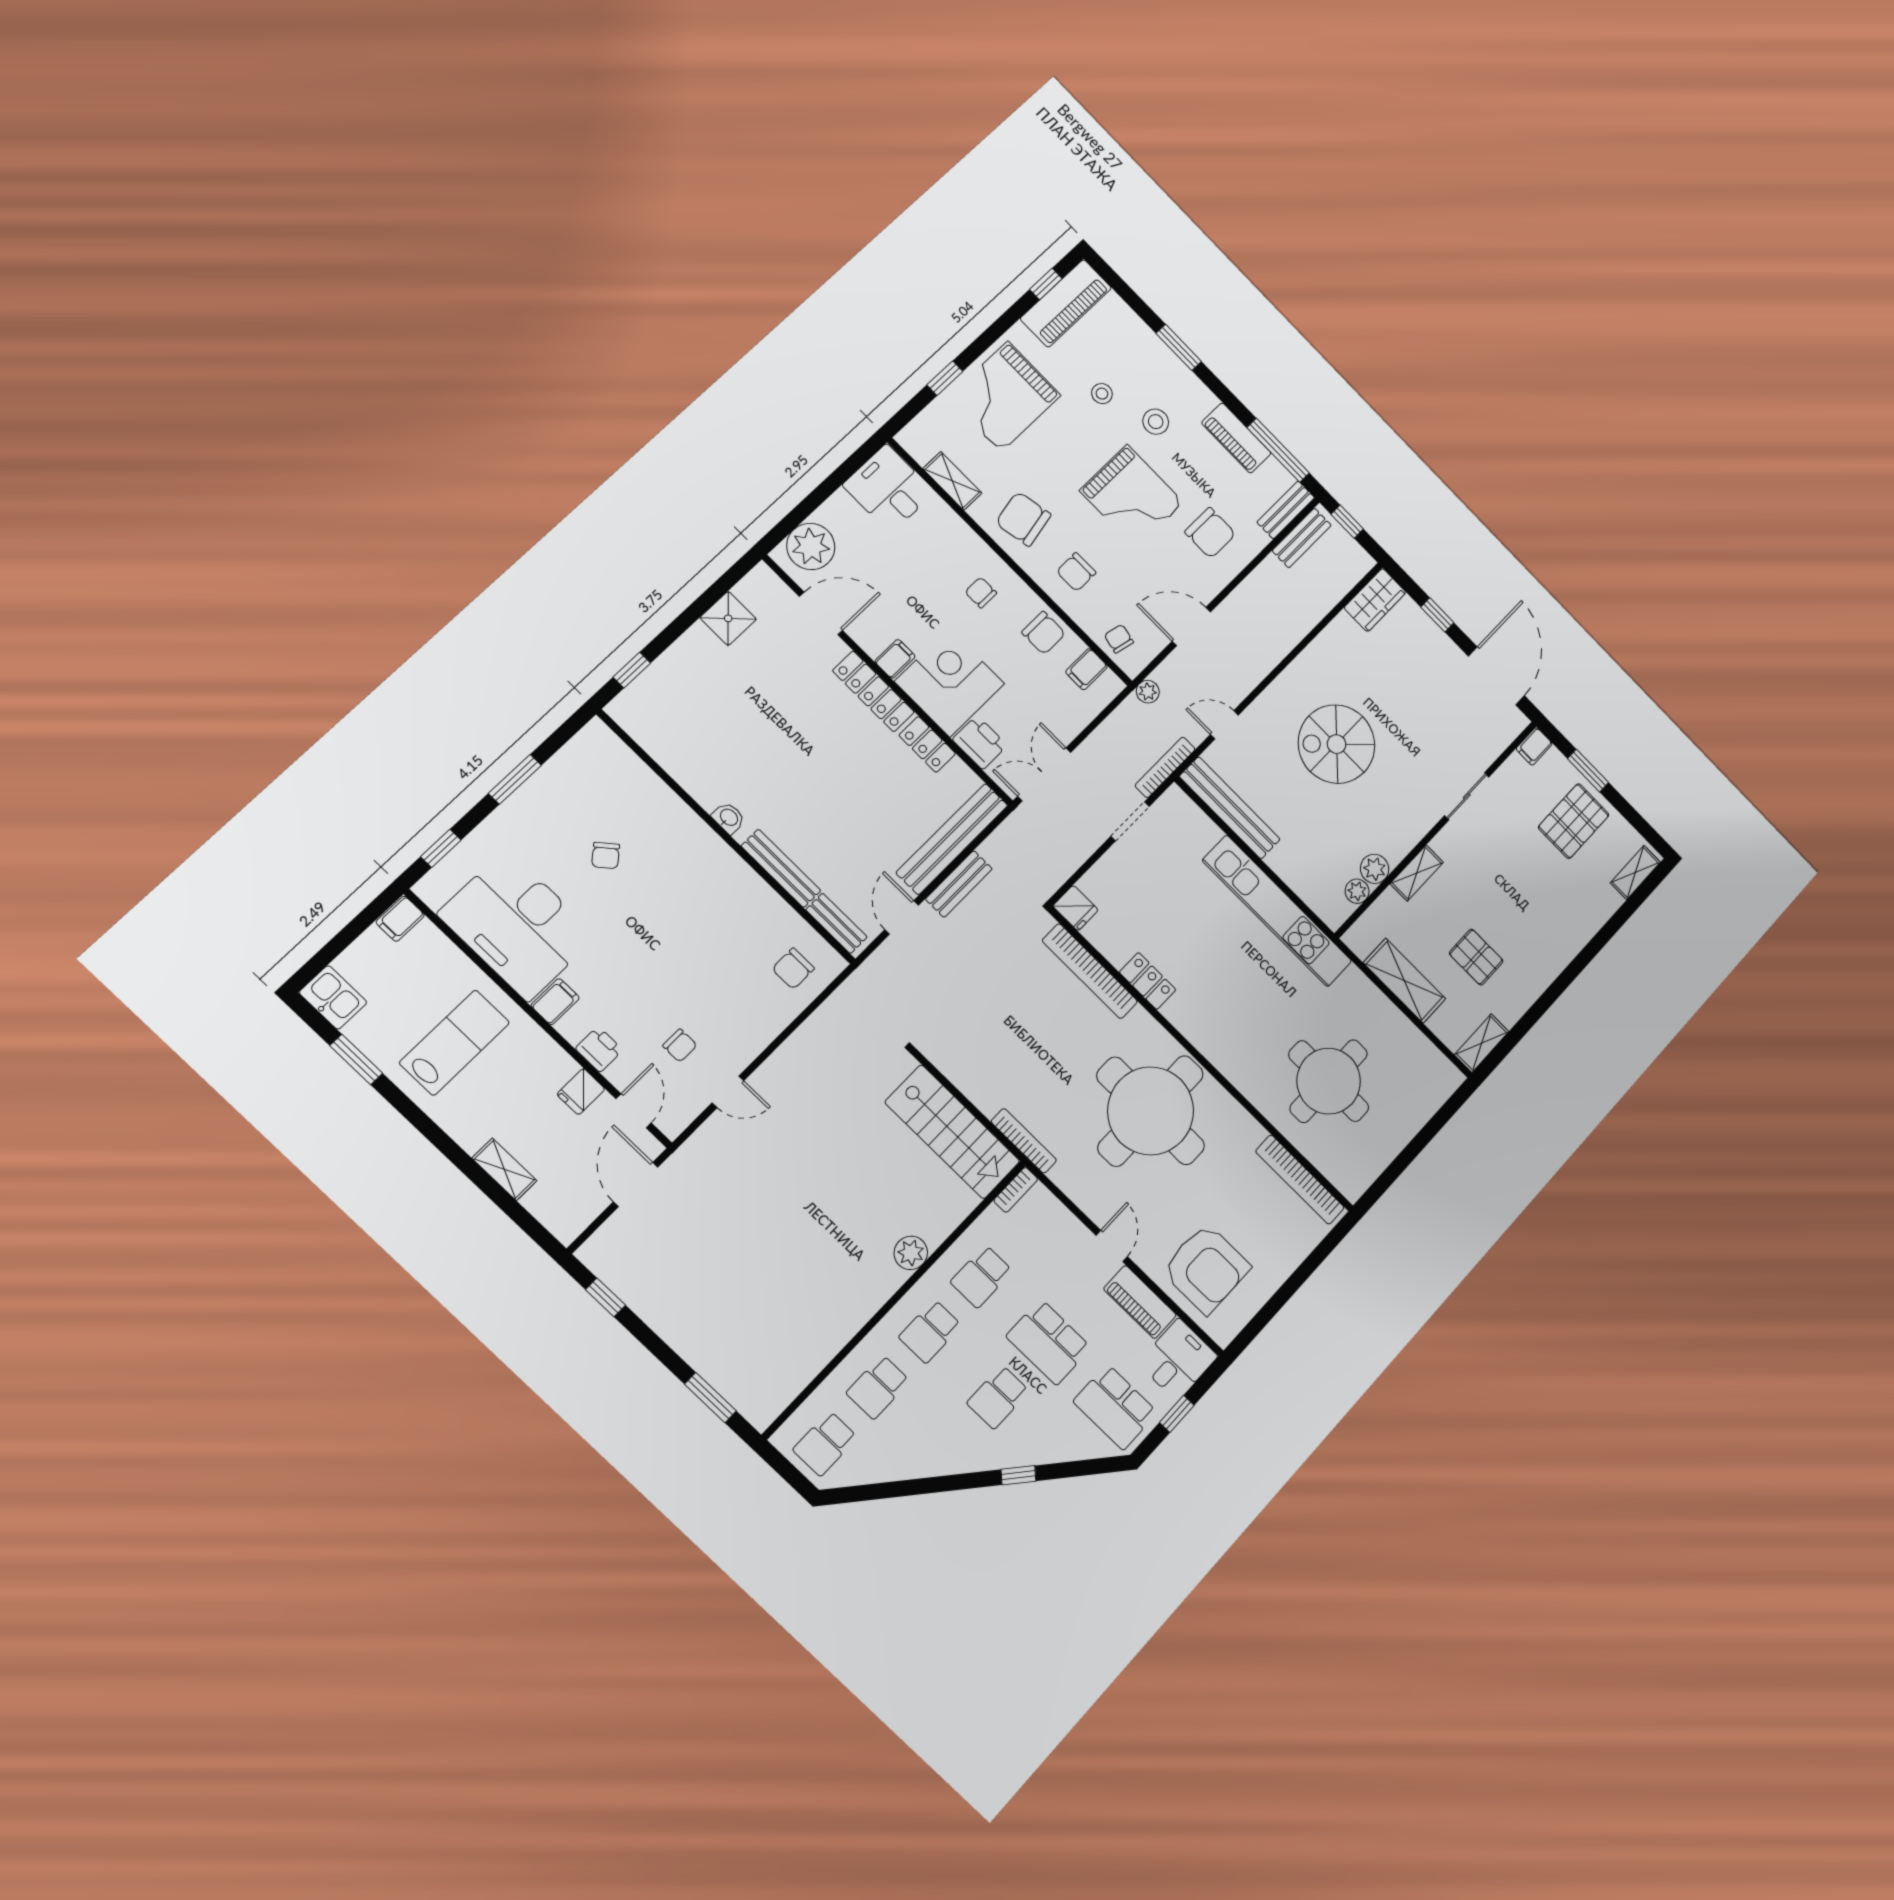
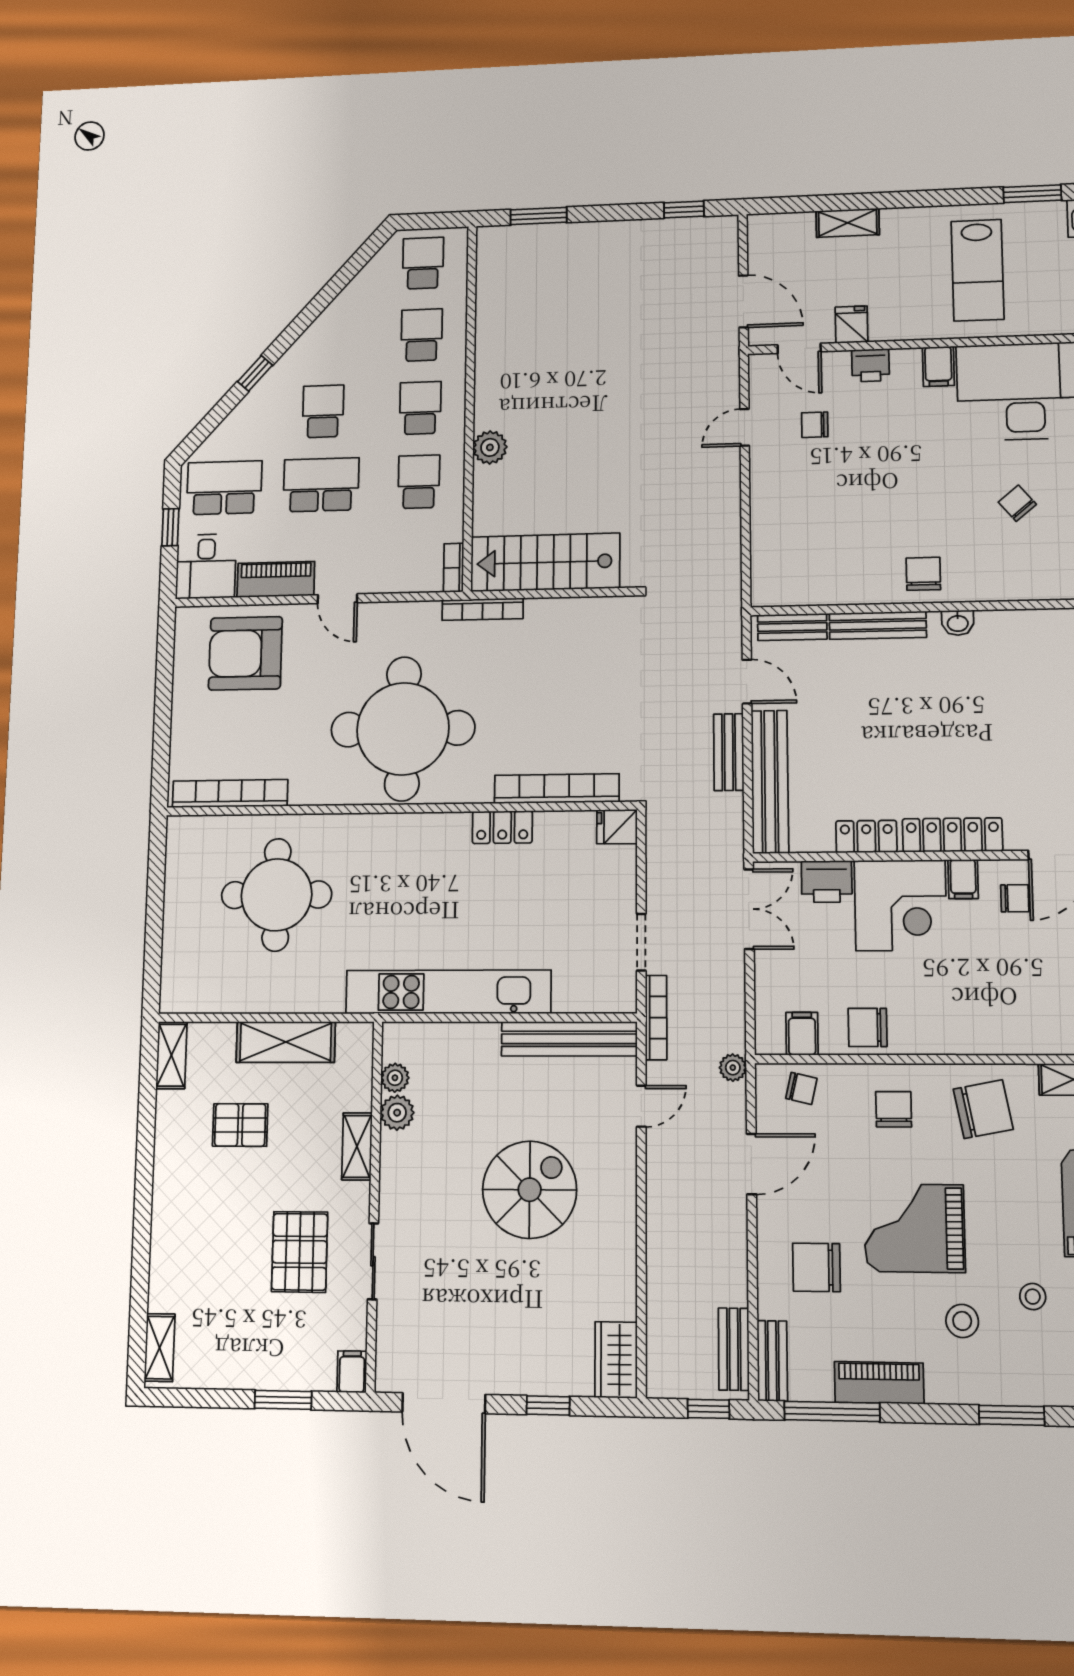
chair: (981, 593) -> (1015, 898), moved
pallet: (1574, 821) -> (300, 1252), moved
chair: (793, 969) -> (923, 574), moved

